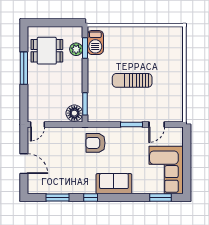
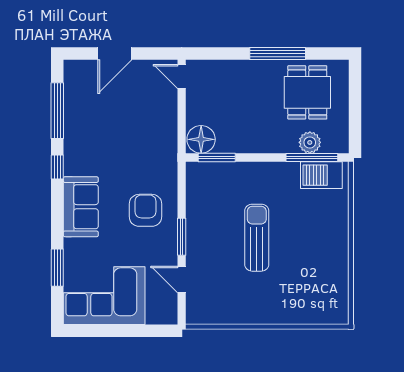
window: (85, 48) -> (312, 157), width x1.44
armchair: (95, 143) -> (145, 210), moved
window: (57, 198) -> (57, 111), width x1.44
window: (160, 198) -> (57, 268), moved

